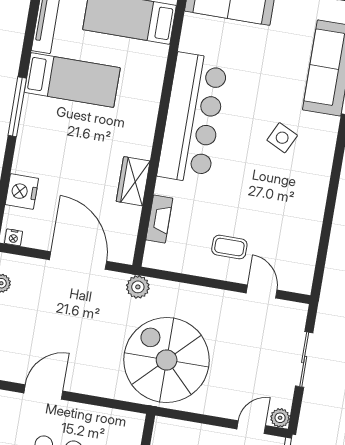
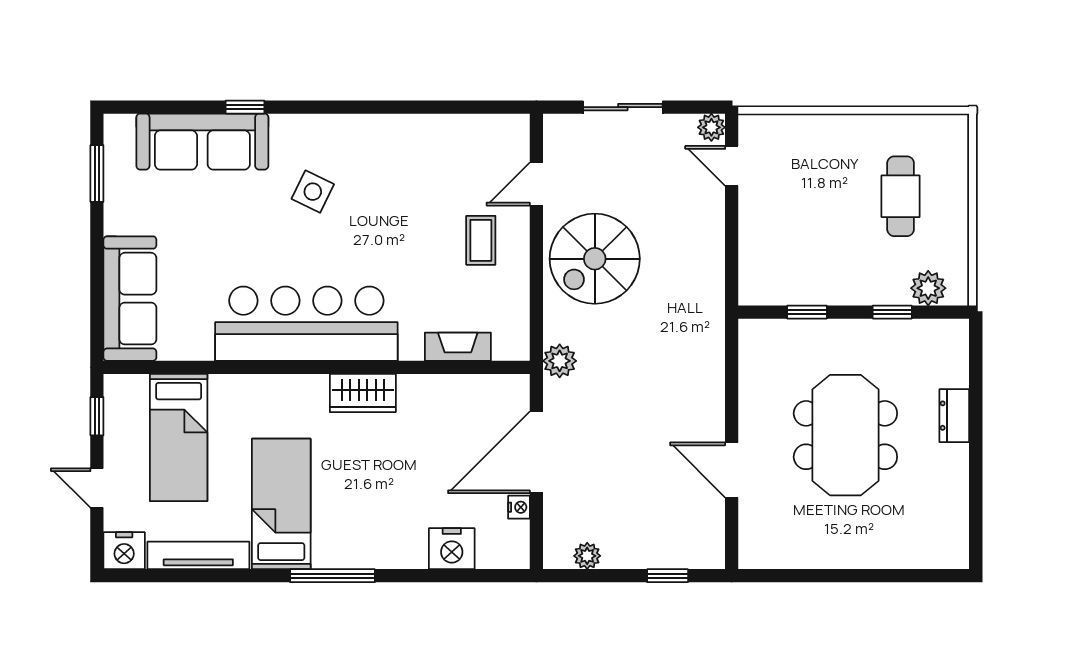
wardrobe: (133, 181) -> (363, 393), moved
nightstand: (14, 237) -> (519, 507), moved
spiral stairs: (167, 360) -> (595, 259), moved, width x0.73, depth x0.73

